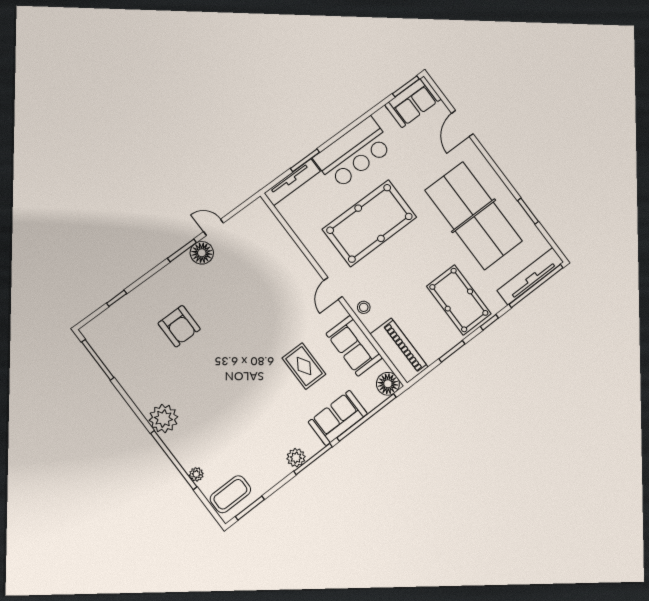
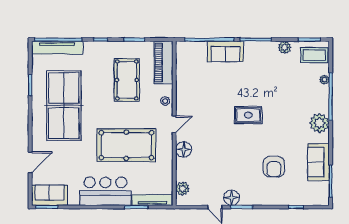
plant: (267, 221) -> (183, 189), added
pool table: (459, 300) -> (127, 80), moved
armchair: (179, 326) -> (274, 167), turned 180
sofa: (354, 346) -> (318, 162), moved, turned 180
rug: (304, 366) -> (248, 115), moved, turned 90
floor lamp: (388, 384) -> (184, 149), moved
plant: (296, 458) -> (285, 47), moved

